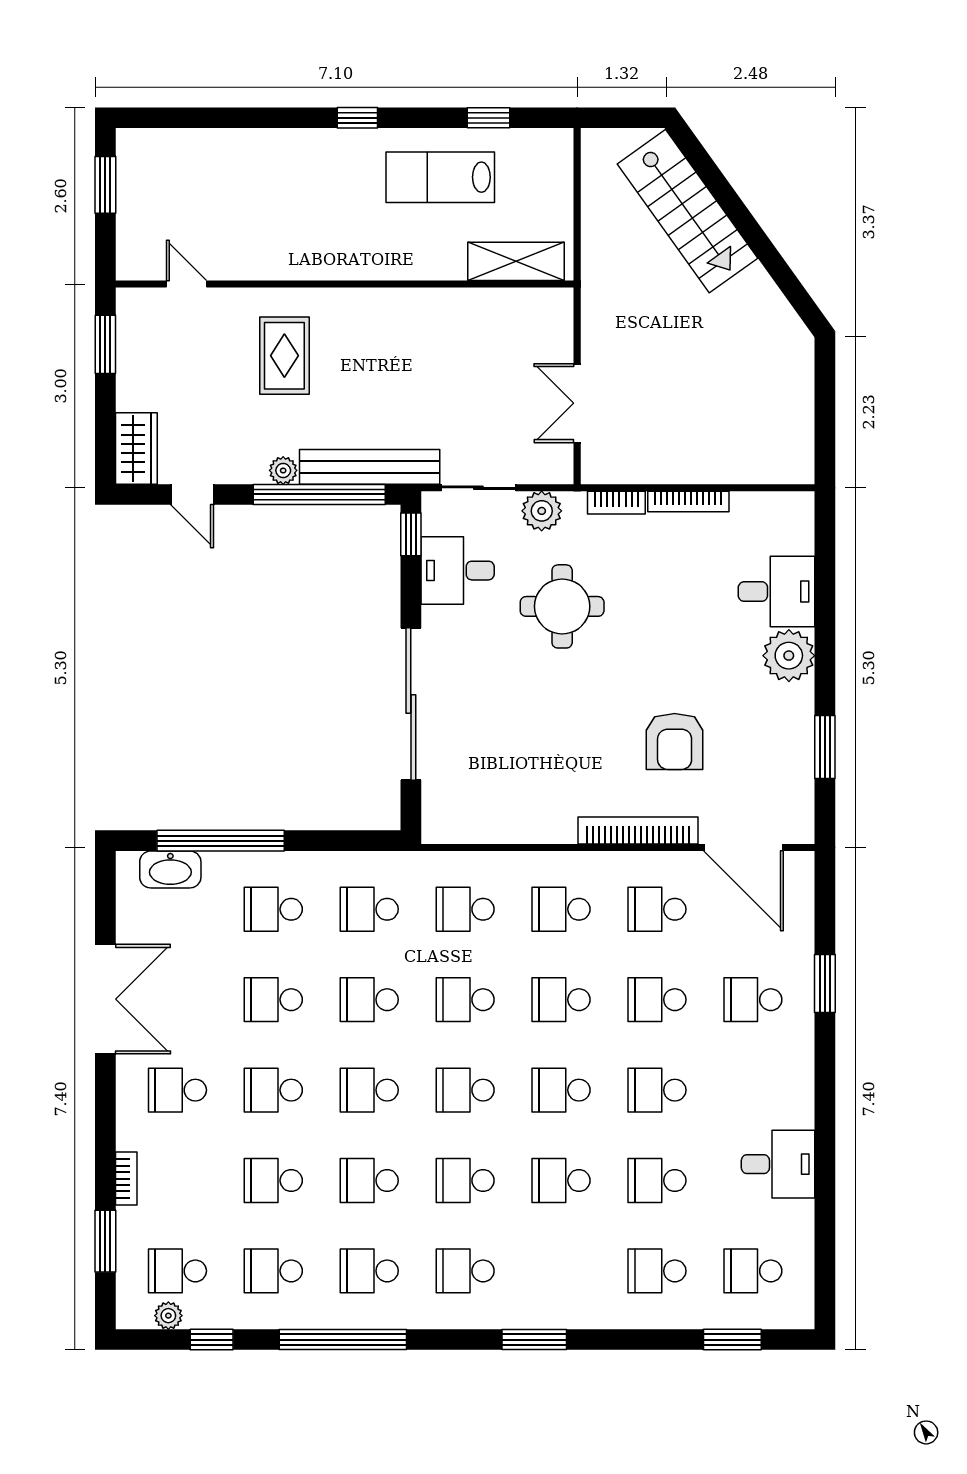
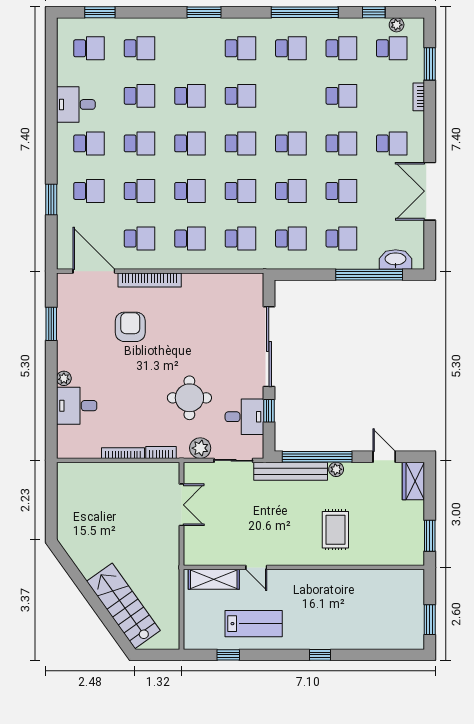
window: (357, 118) -> (320, 655), moved
door: (186, 284) -> (256, 567), moved
window: (411, 534) -> (269, 411), moved
plant: (789, 656) -> (64, 378), width x0.53, depth x0.53
school desk: (369, 1181) -> (89, 143), moved

